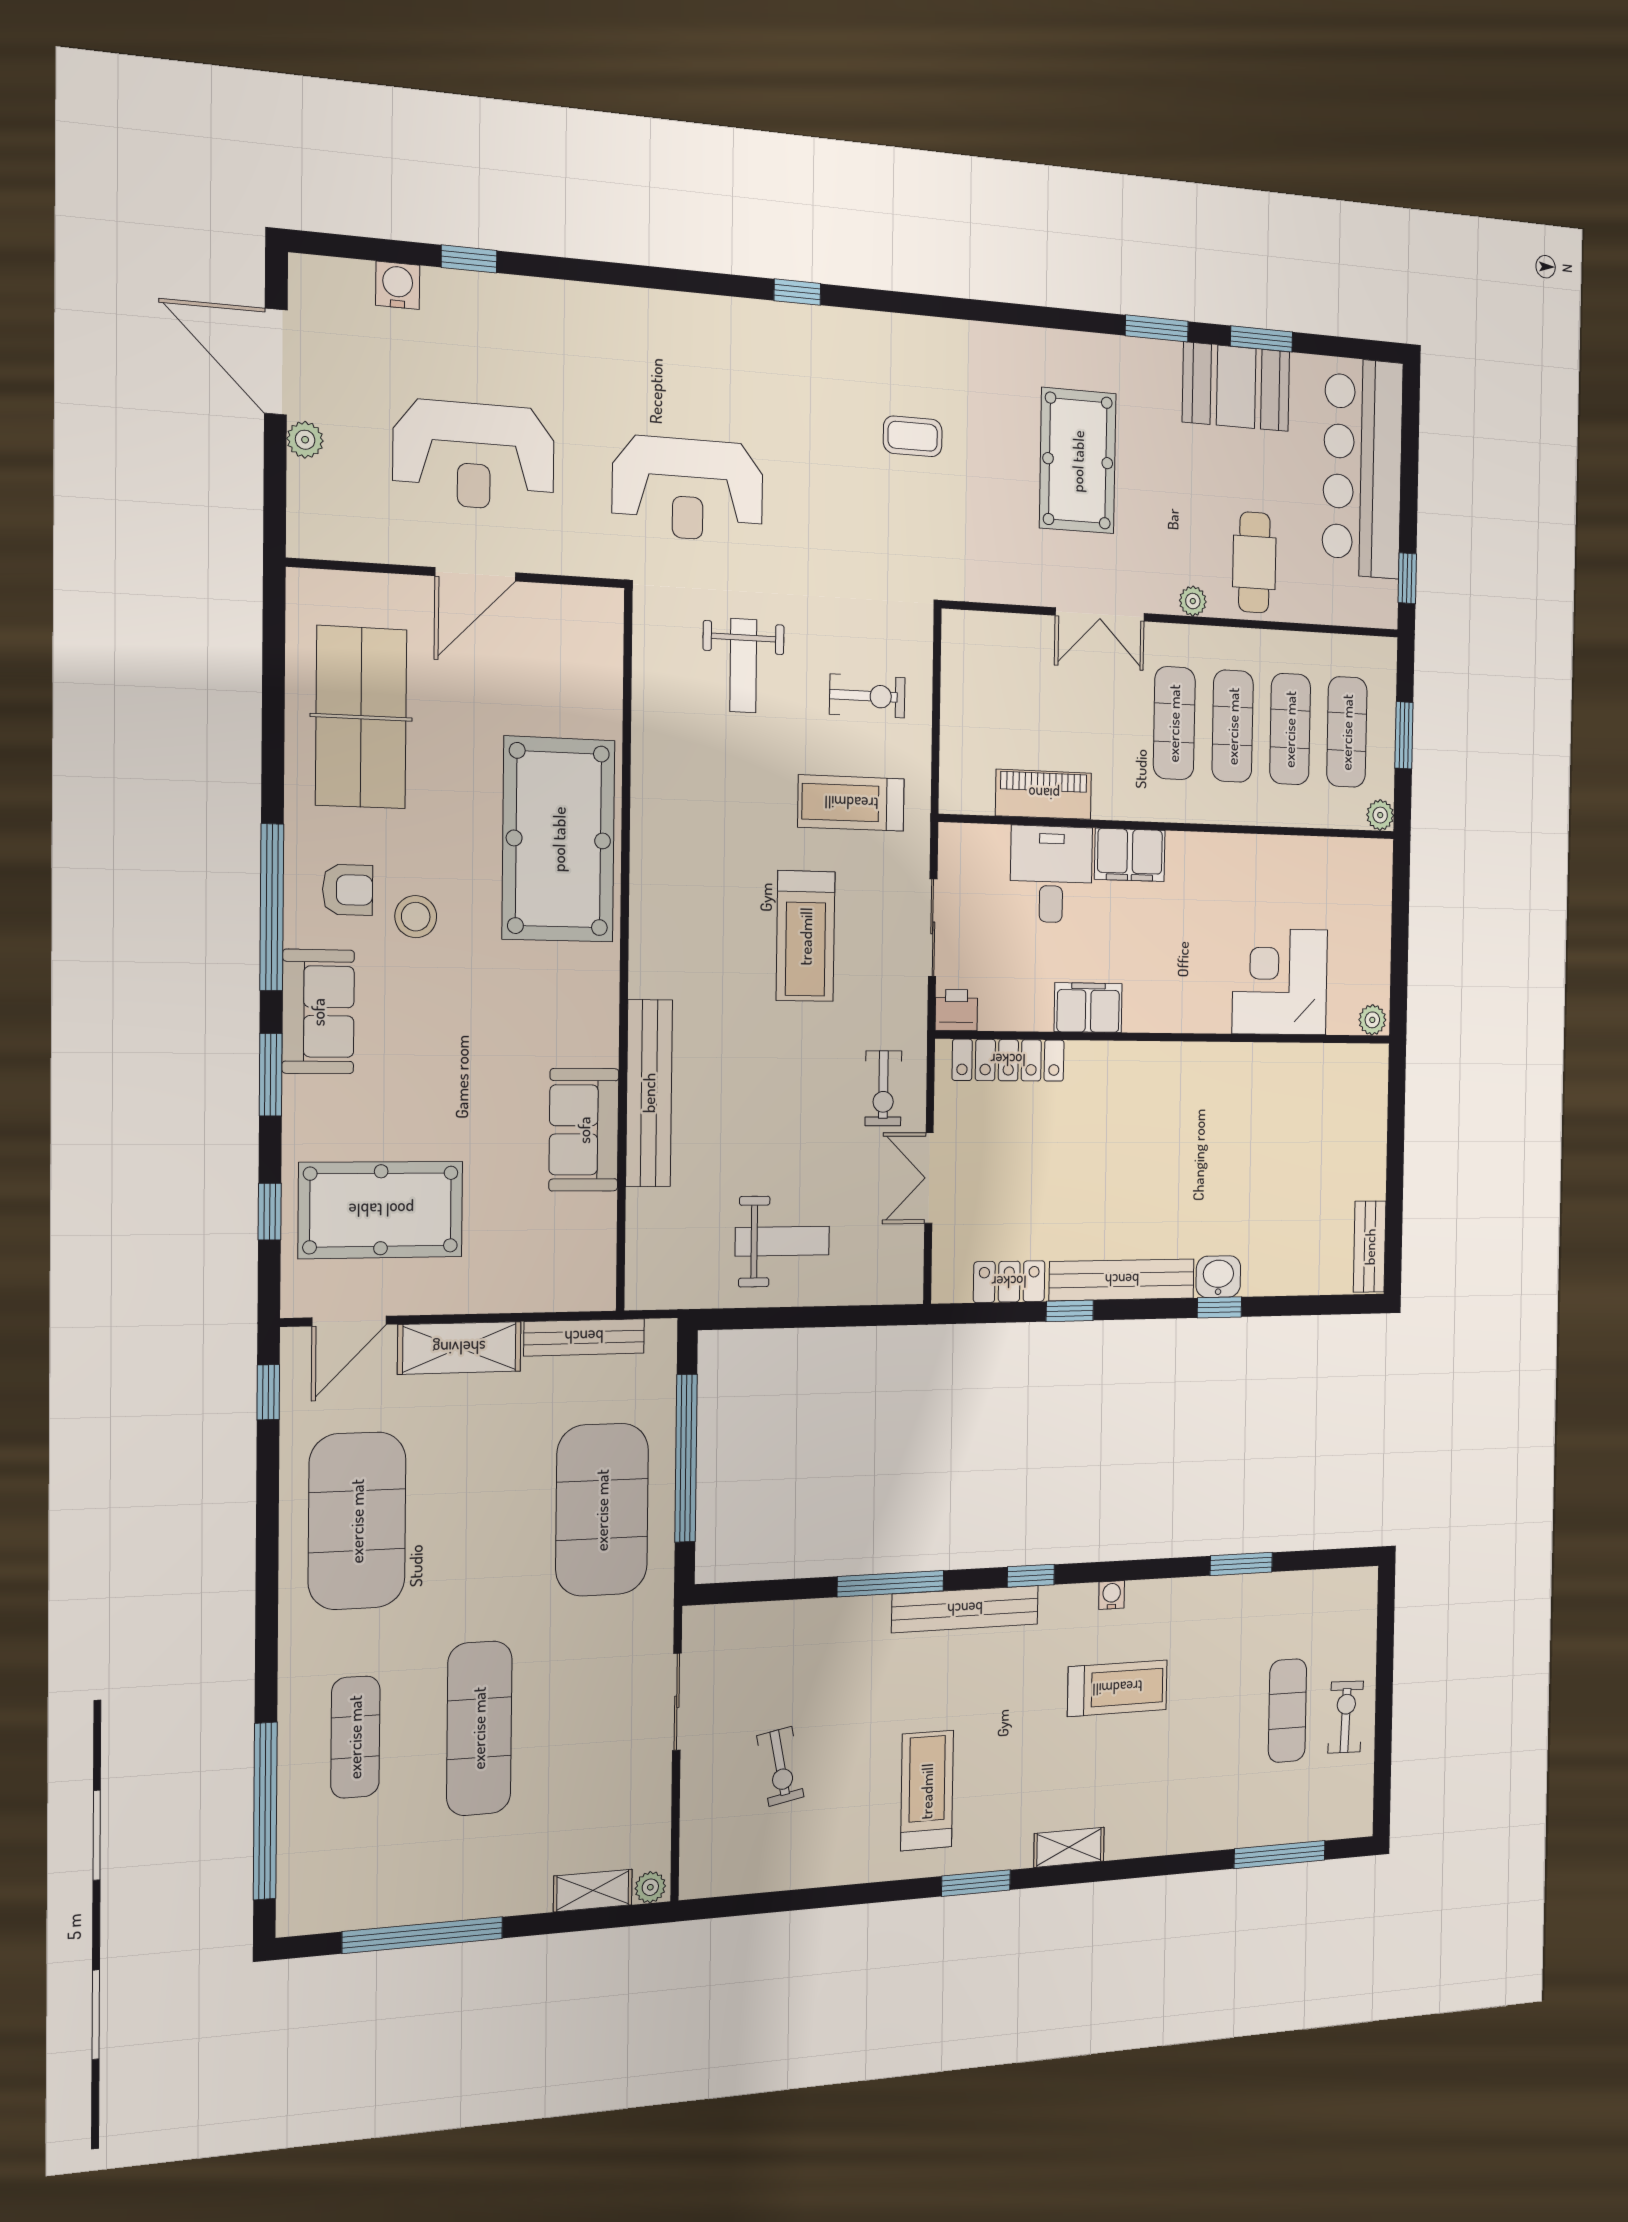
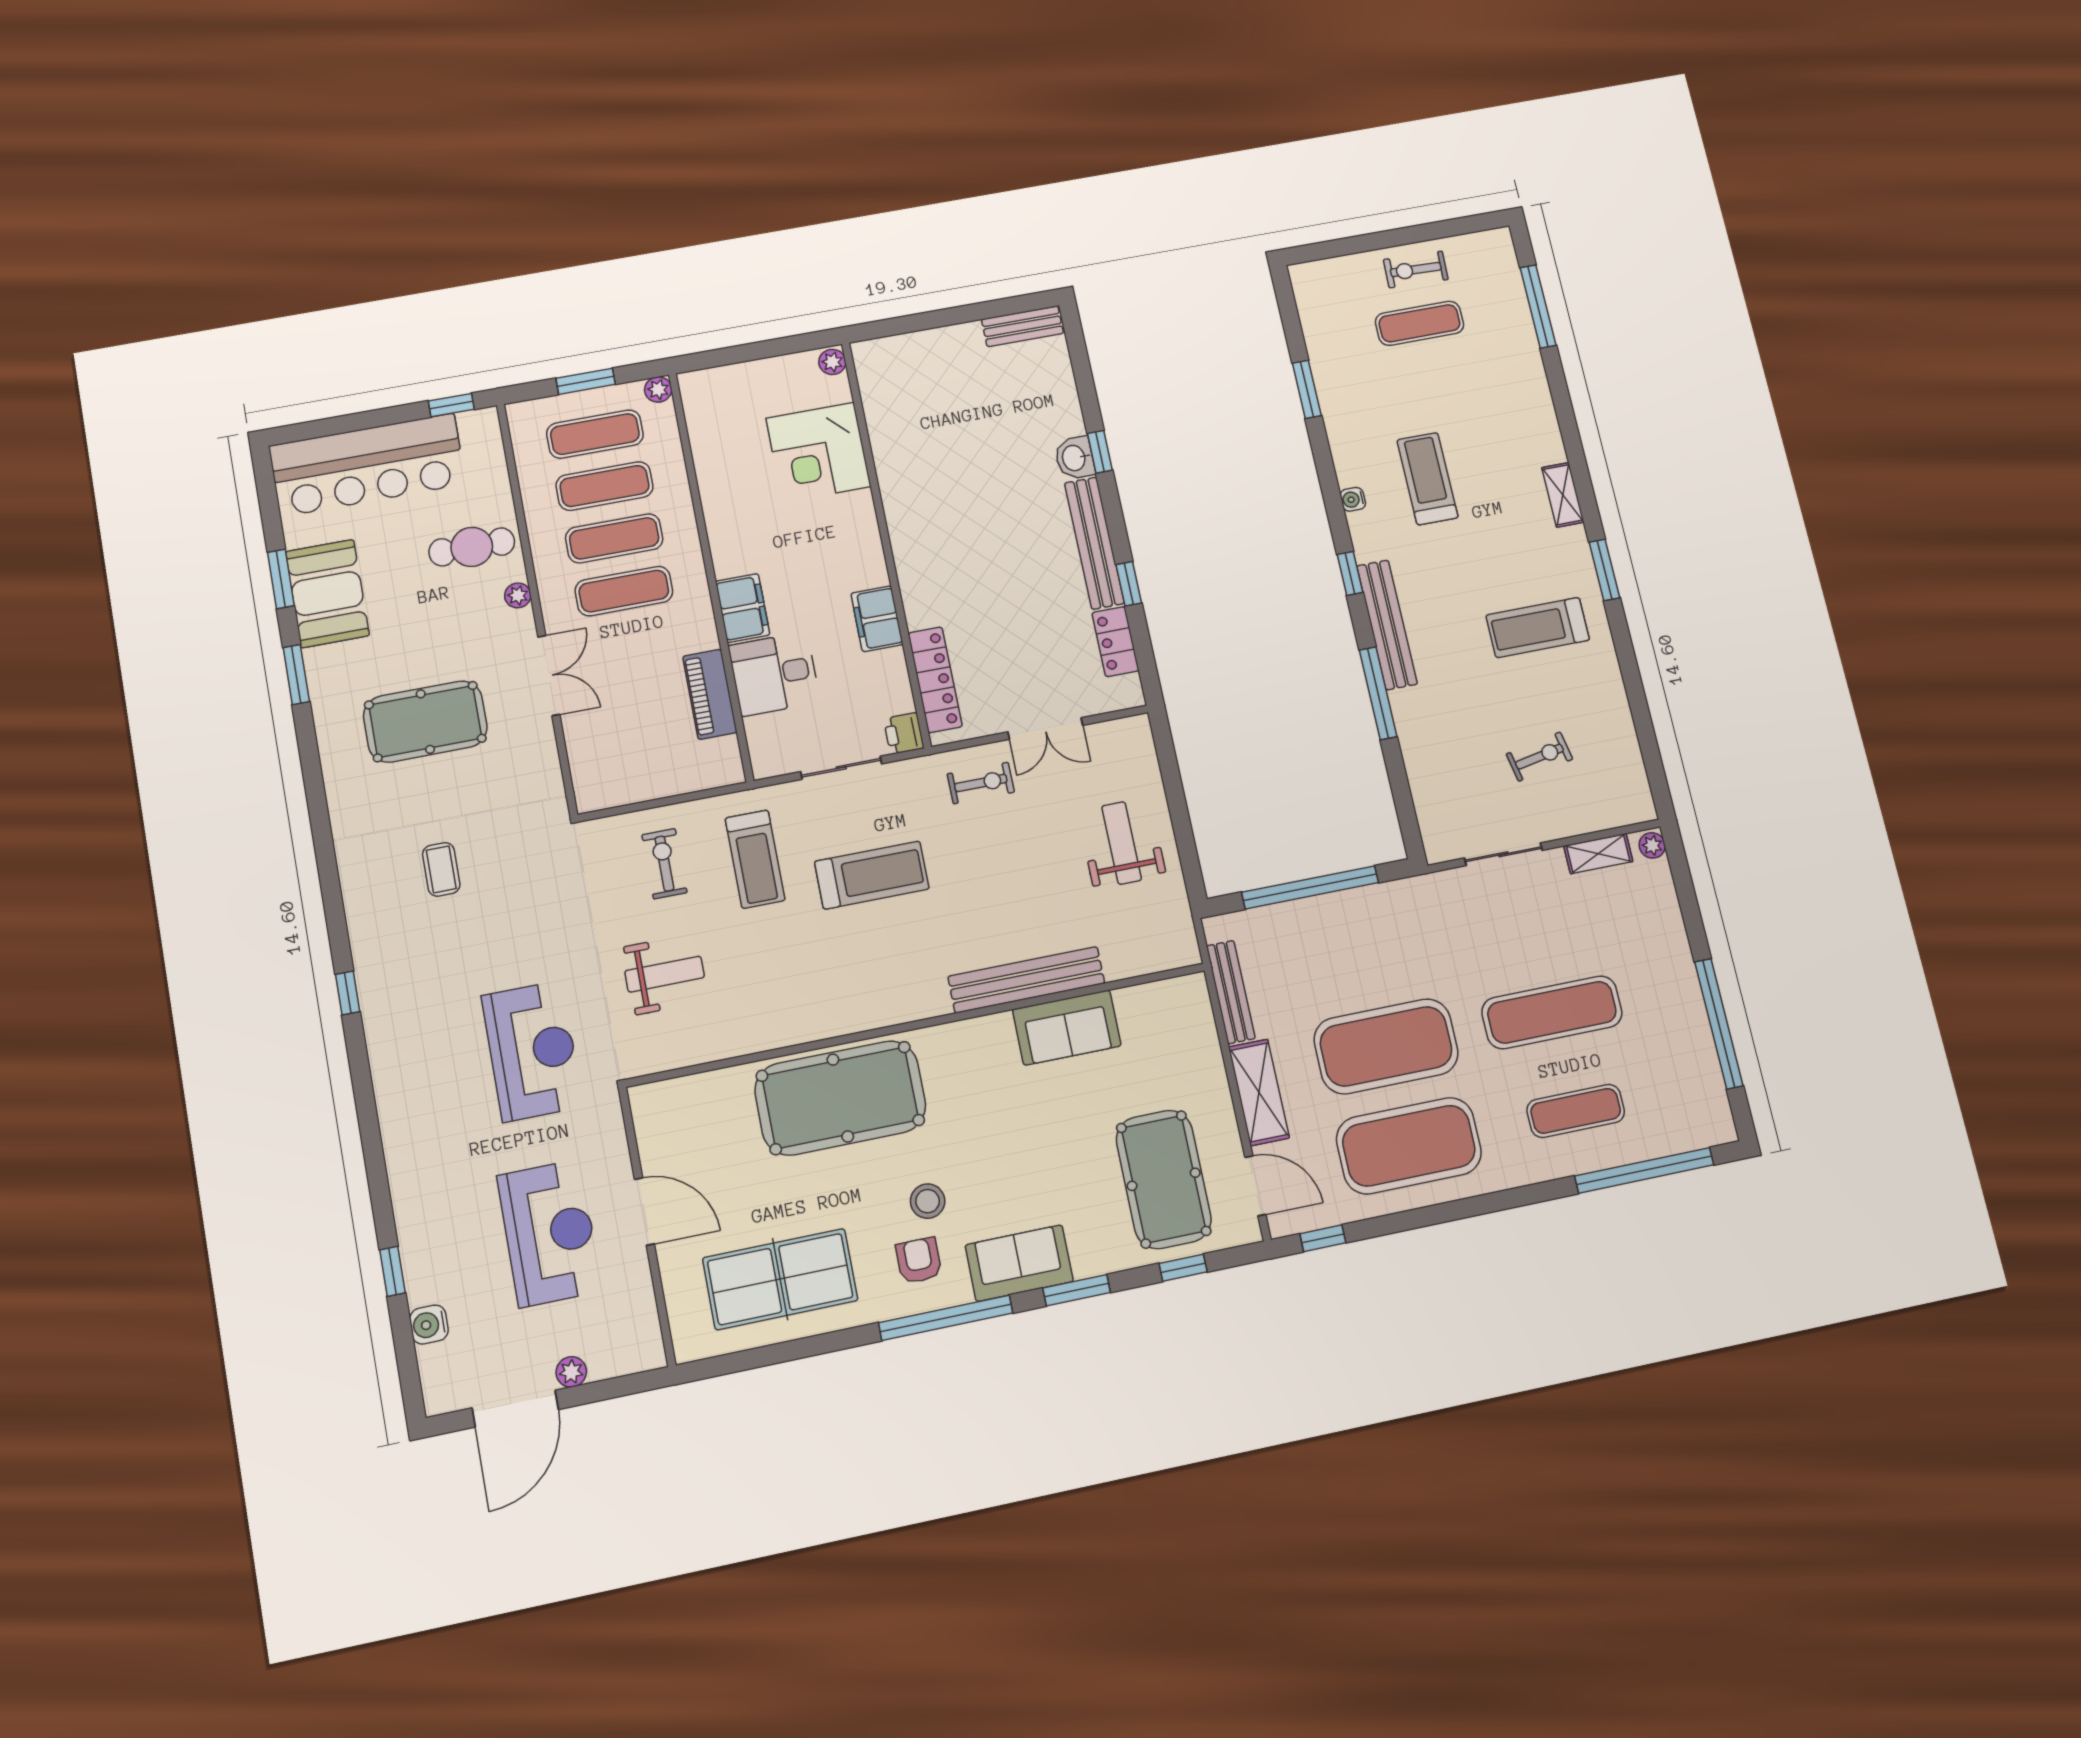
exercise mat: (602, 1510) -> (1386, 1046), moved
shelving: (593, 1891) -> (1598, 854), moved, turned 90

